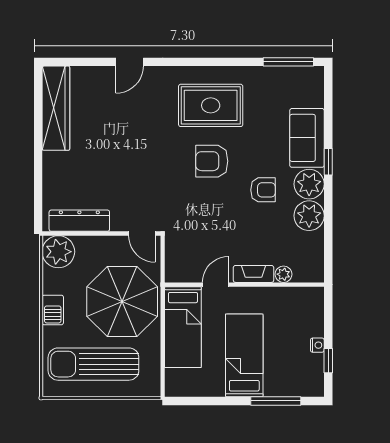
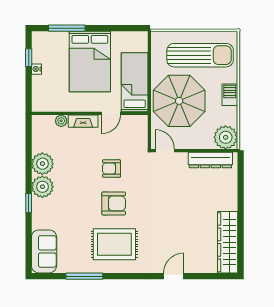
window: (288, 62) -> (84, 276), moved
sofa: (307, 138) -> (44, 251), moved
armchair: (263, 190) -> (112, 169), moved
bed: (244, 355) -> (90, 61), width x1.50

